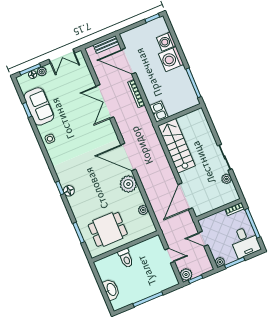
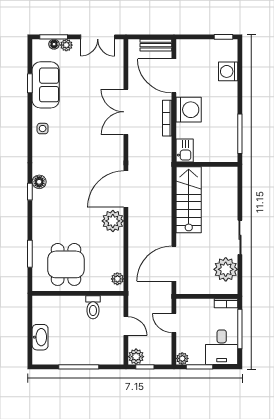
washing machine: (171, 59) -> (189, 110), moved, turned 180
door: (128, 157) -> (126, 189), hinge flipped
plant: (226, 179) -> (226, 269), width x1.88, depth x1.88
floor lamp: (69, 191) -> (39, 182), moved
plant: (143, 210) -> (117, 279), moved
dining table: (108, 229) -> (66, 264), turned 90
toilet: (126, 258) -> (93, 307), moved

